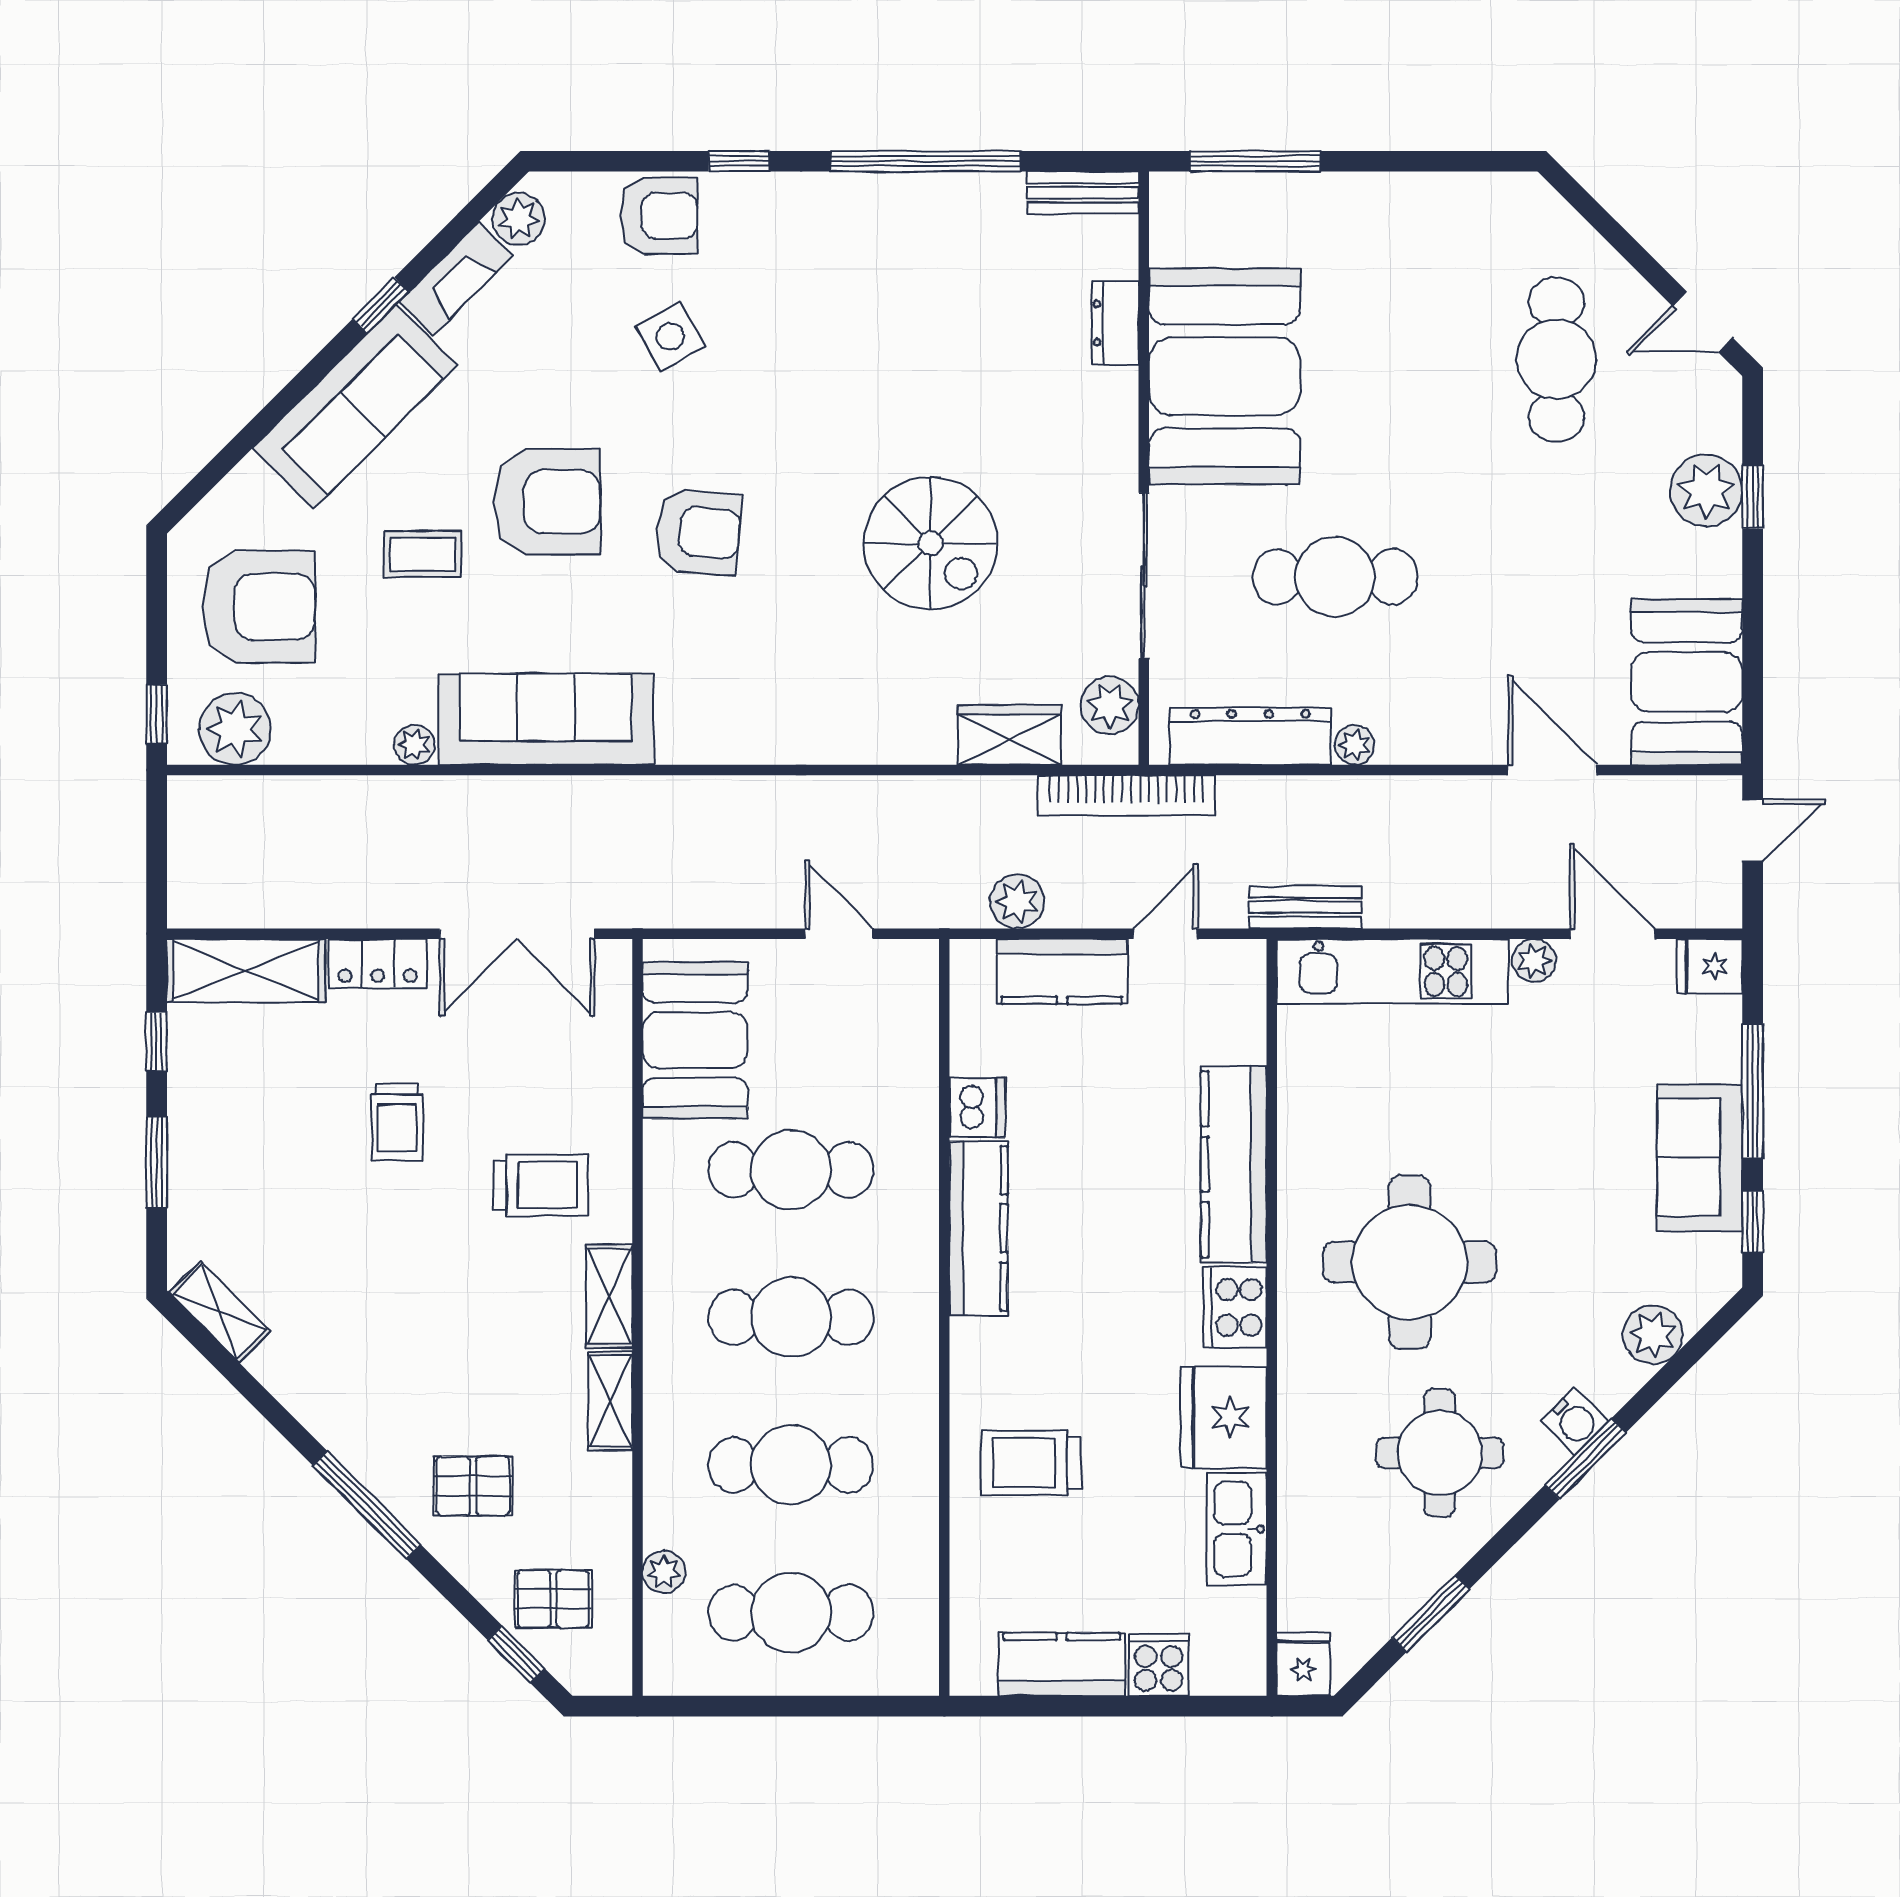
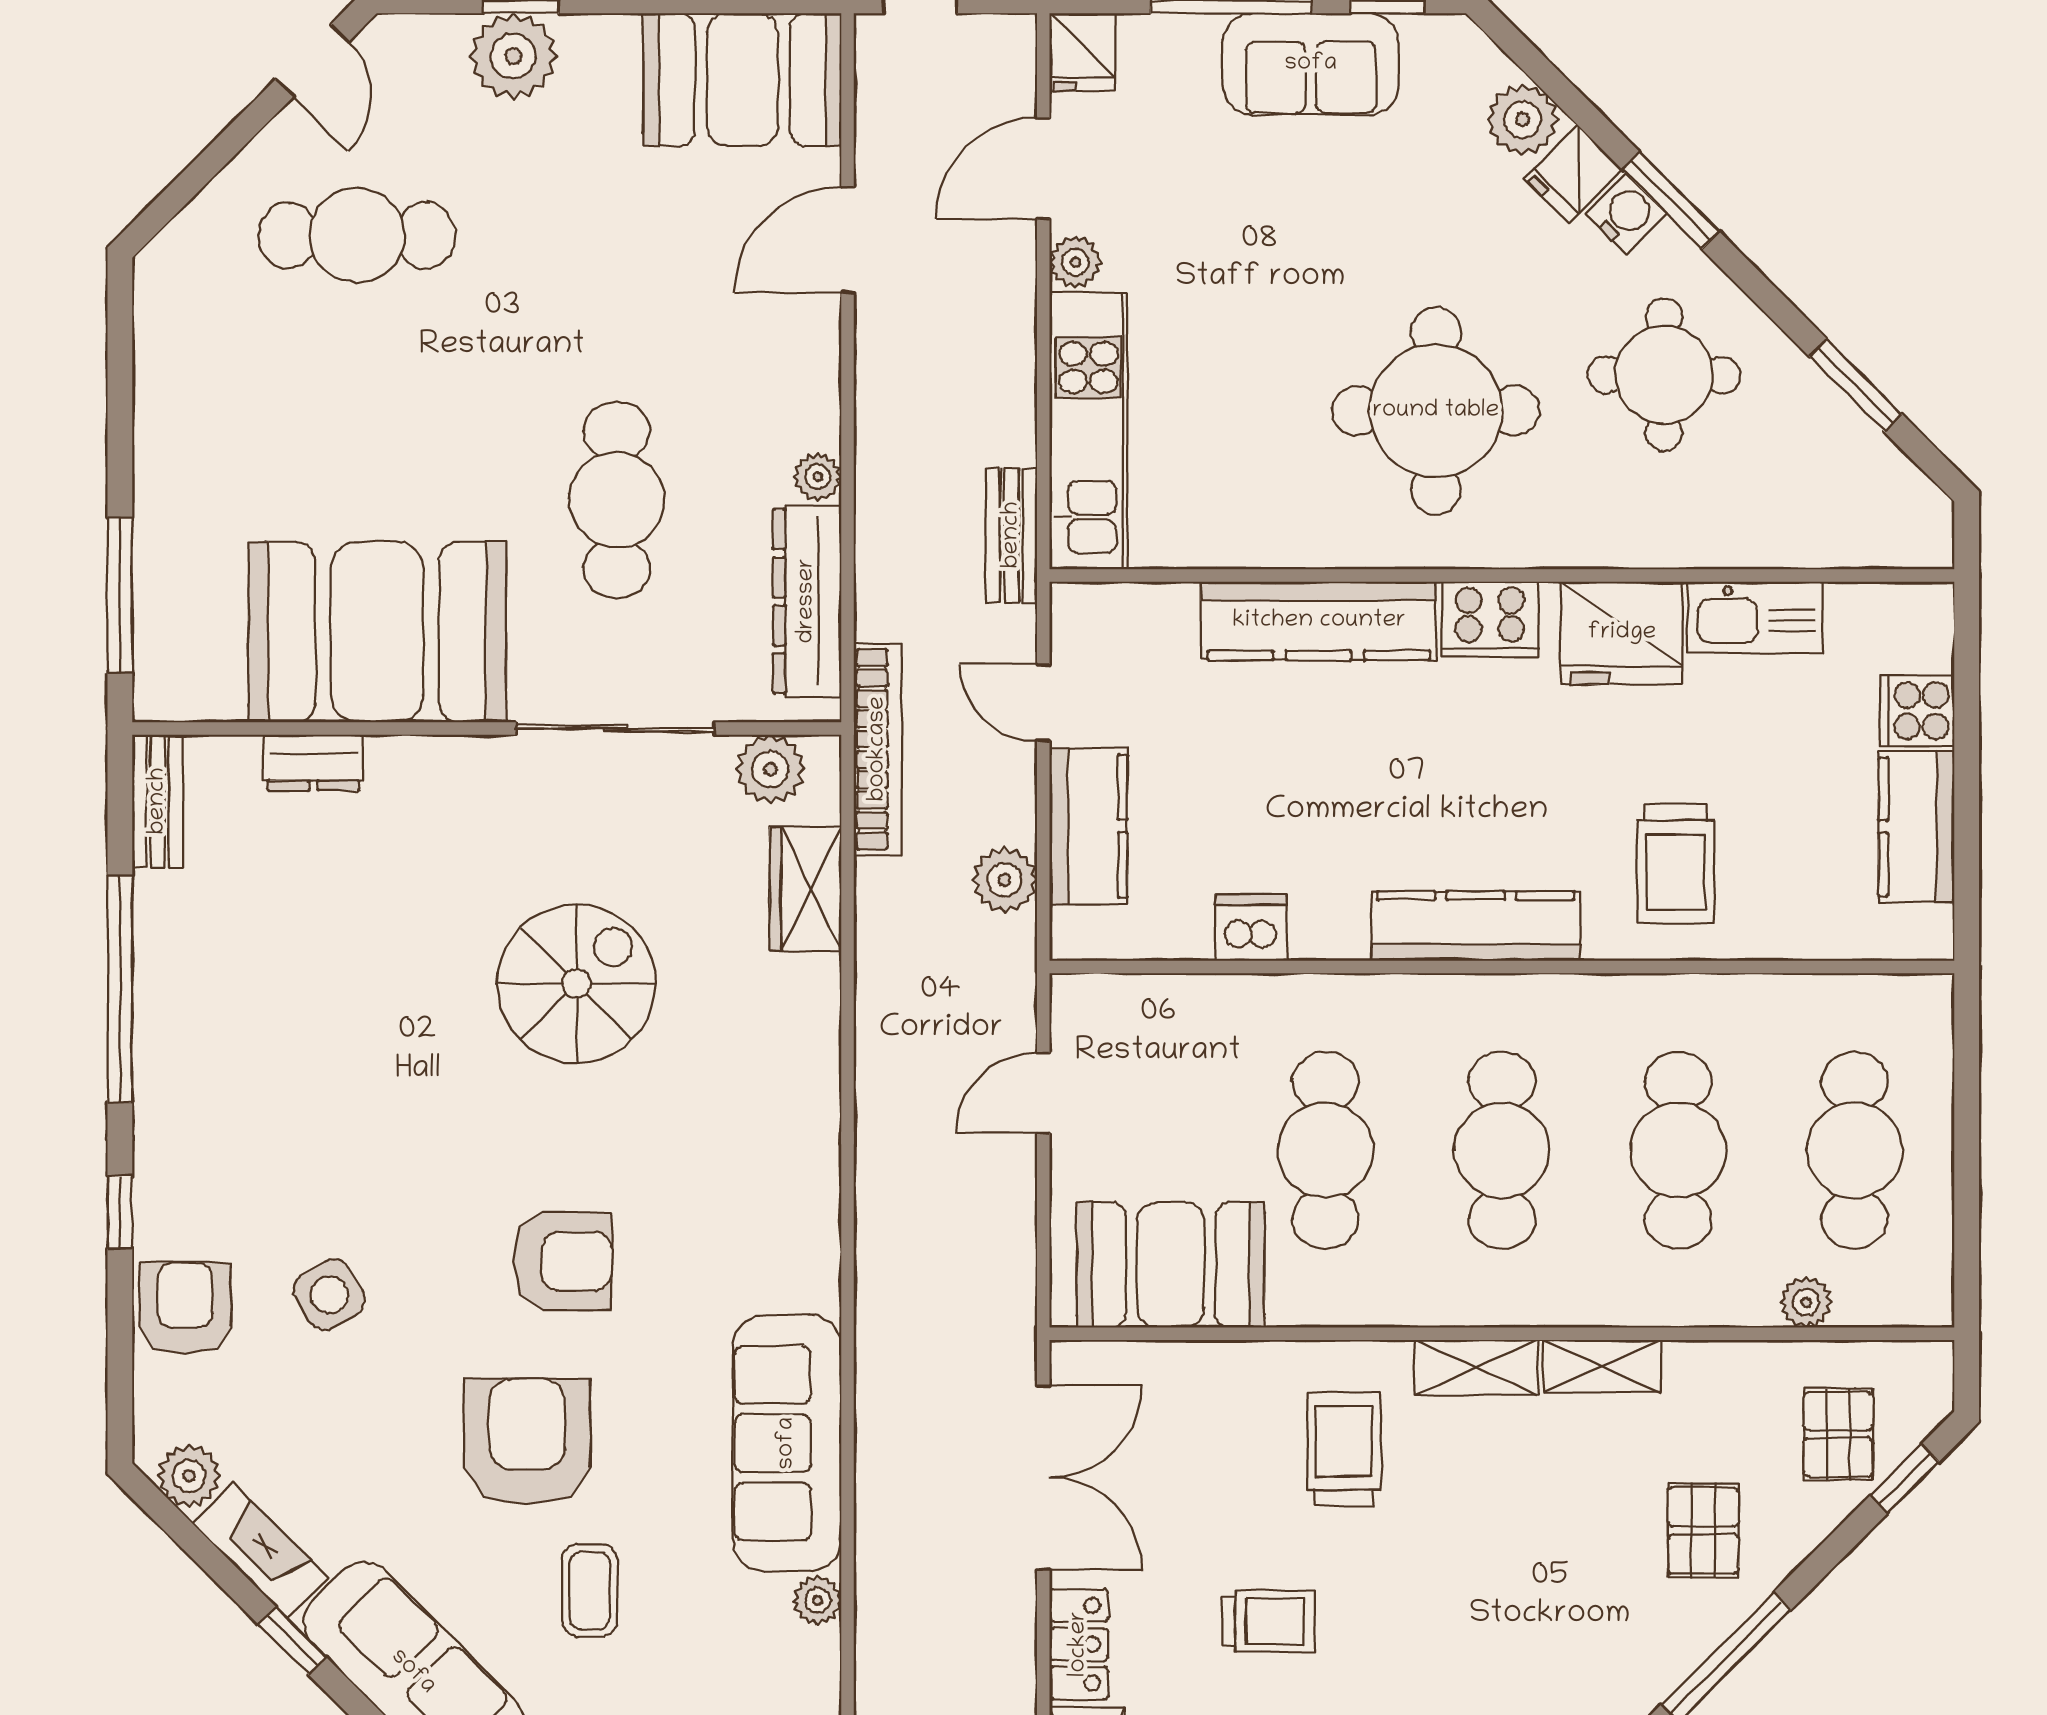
armchair: (698, 532) -> (563, 1261), turned 85
kitchen counter: (978, 1228) -> (1476, 926), moved
fridge: (1303, 1664) -> (1573, 174), moved, turned -45

